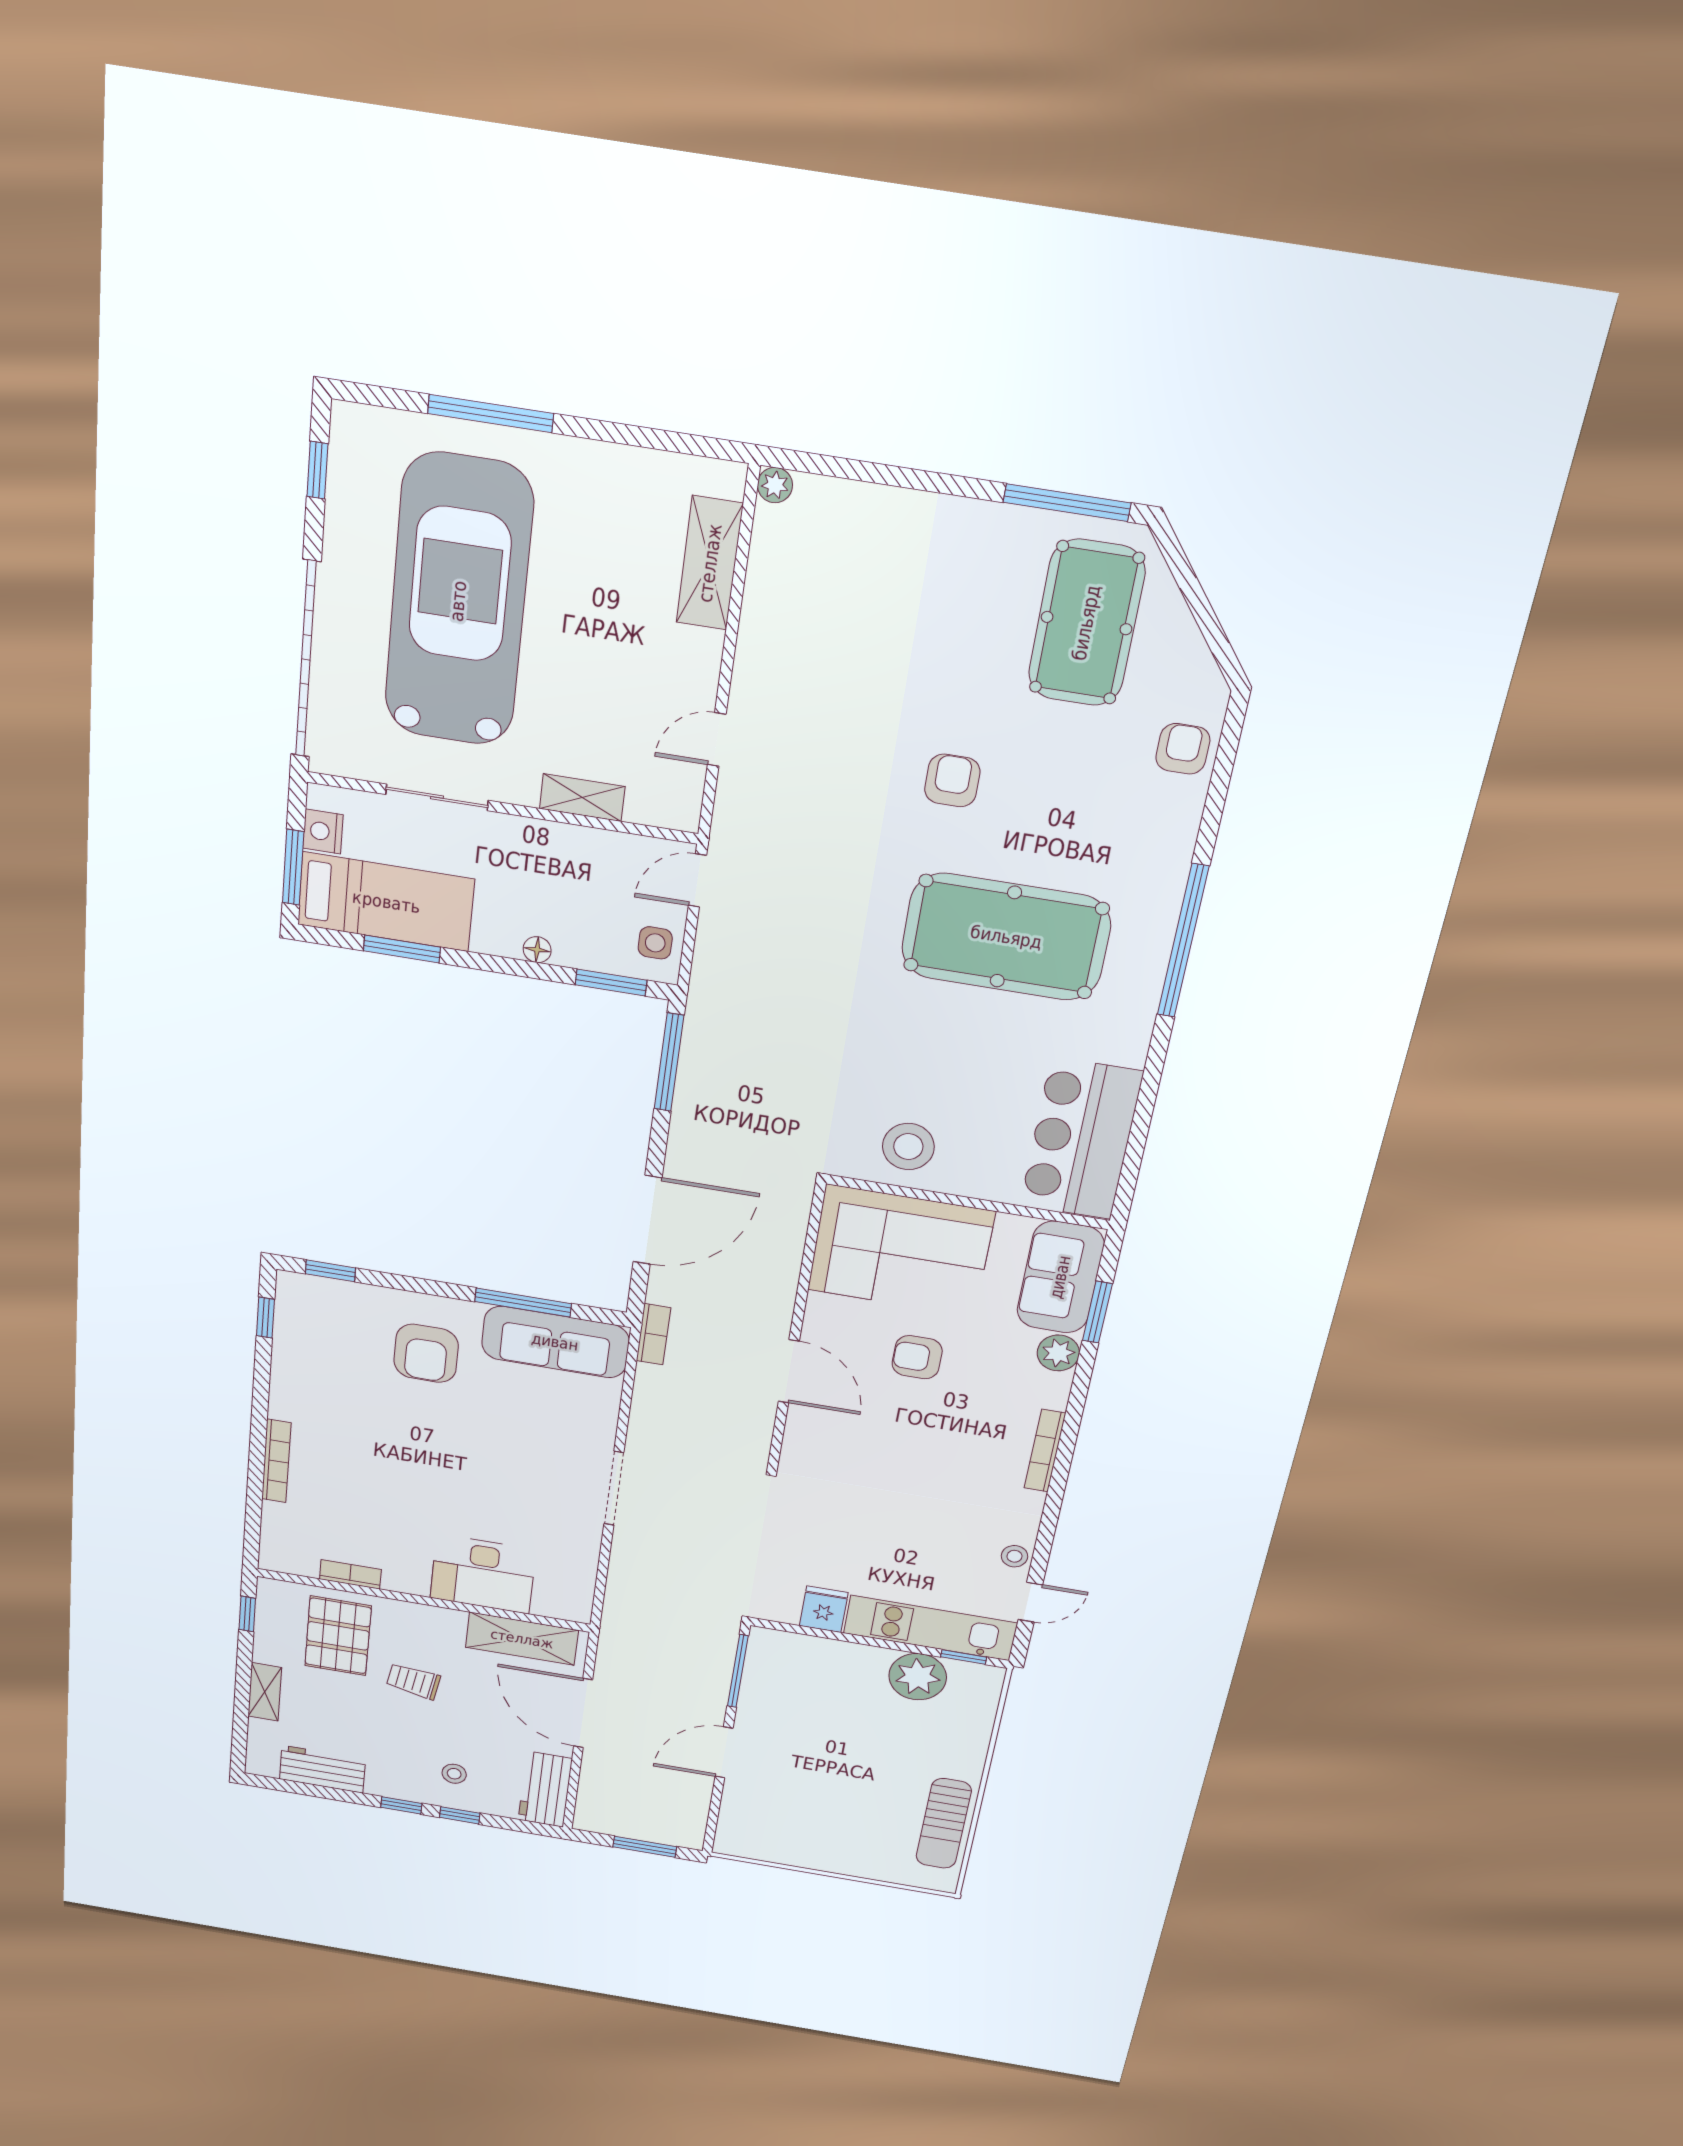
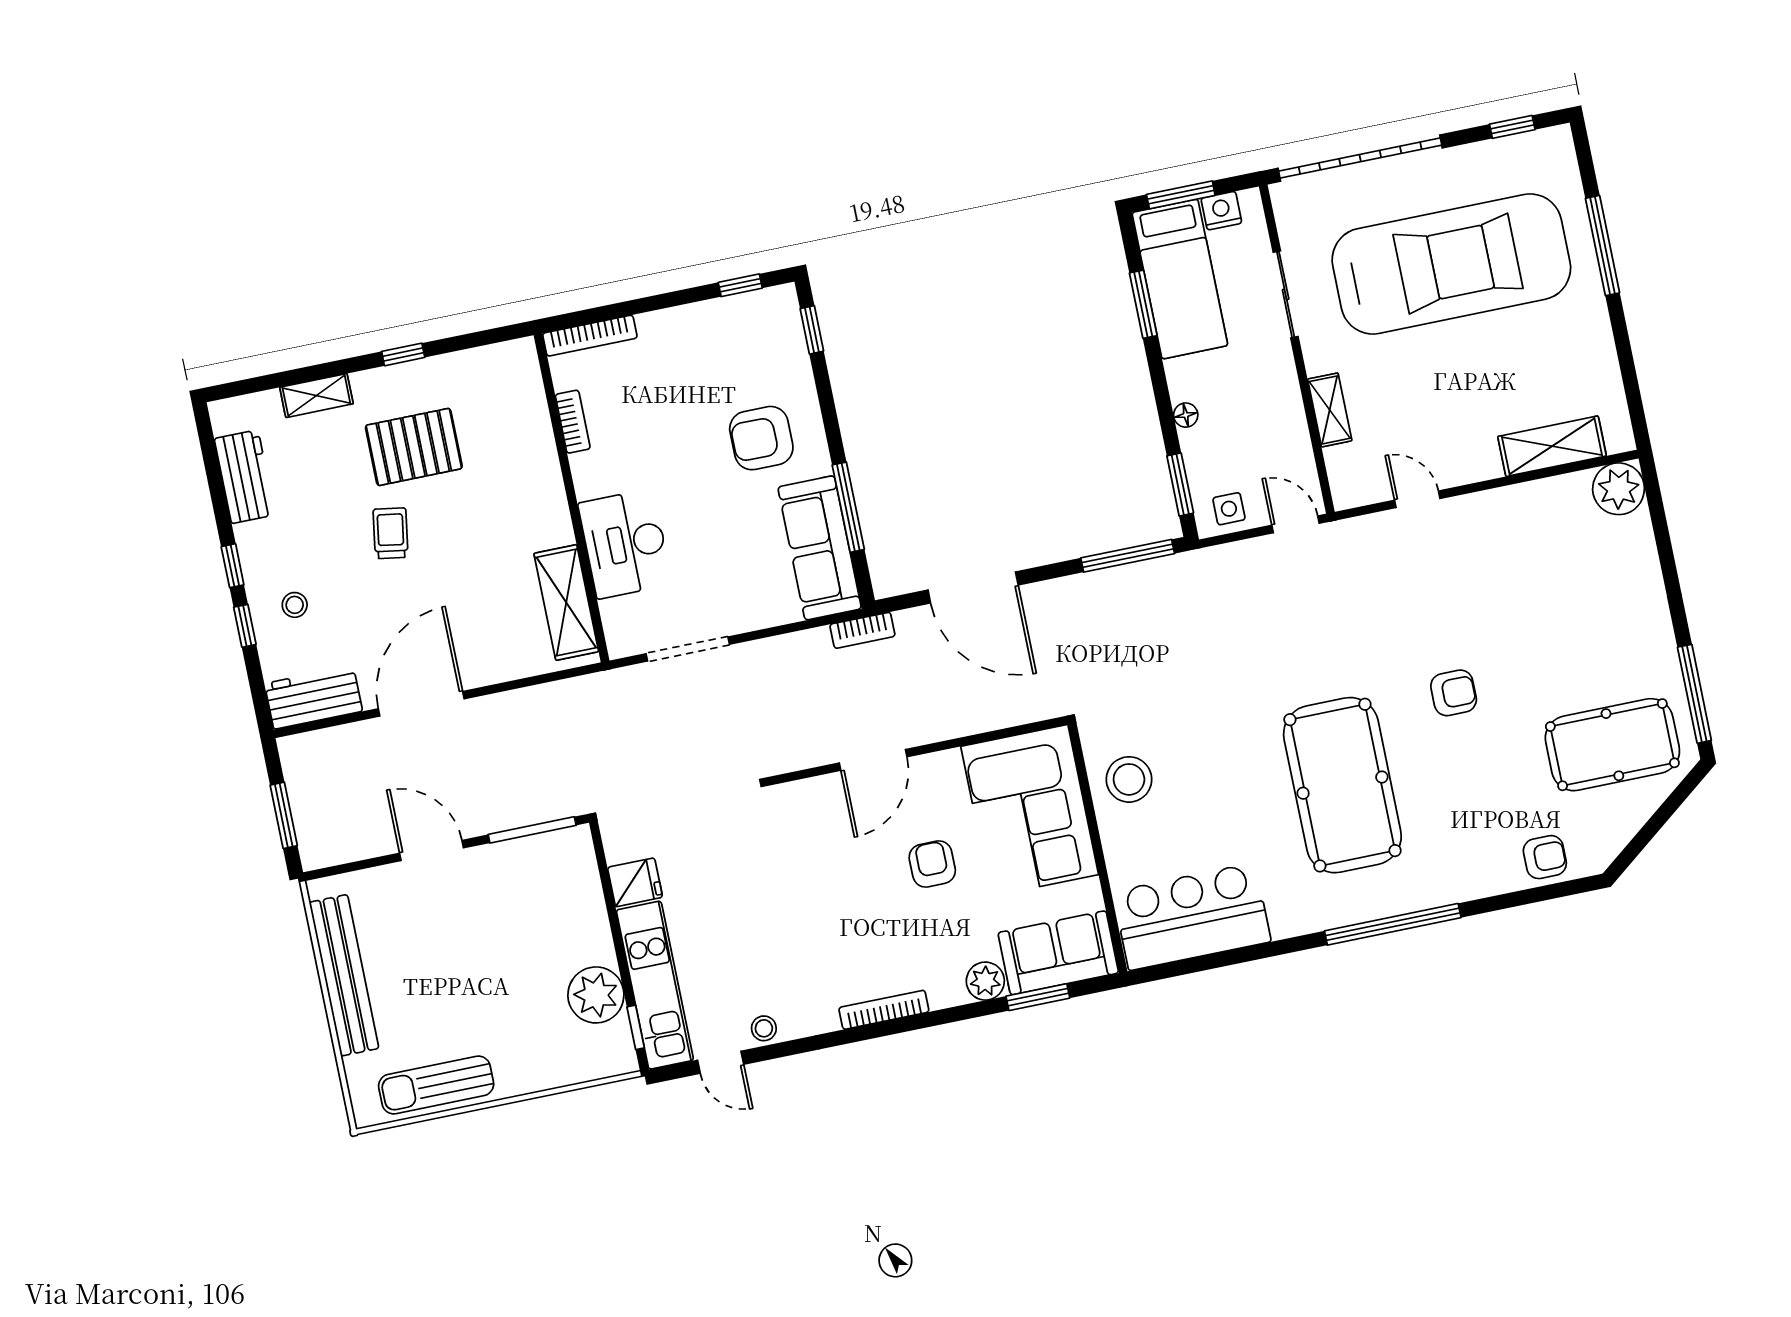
plant: (775, 485) -> (1619, 489), width x1.88, depth x1.88
bookcase: (350, 1574) -> (573, 422), moved
desk: (483, 1574) -> (625, 544), moved
wall: (423, 1600) -> (572, 498), moved
shelving: (522, 1639) -> (566, 602), moved
bench: (810, 1854) -> (344, 975), added

